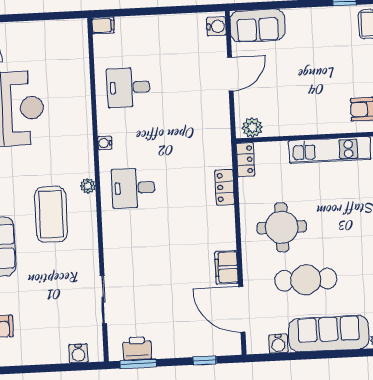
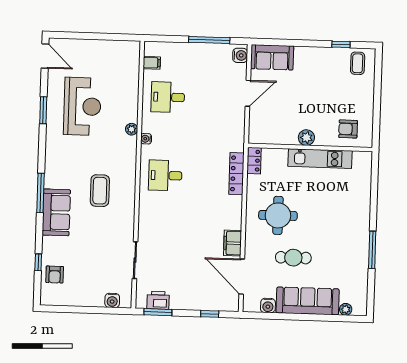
window: (175, 10) -> (209, 40), added
filing cabinet: (103, 25) -> (152, 63), moved
plant: (252, 127) -> (306, 138), moved
plant: (88, 186) -> (132, 129), moved
locker: (225, 187) -> (236, 174), width x1.53
coffee table: (51, 214) -> (100, 191), width x0.73, depth x0.76
cafe table: (306, 280) -> (293, 258), width x0.73, depth x0.74

